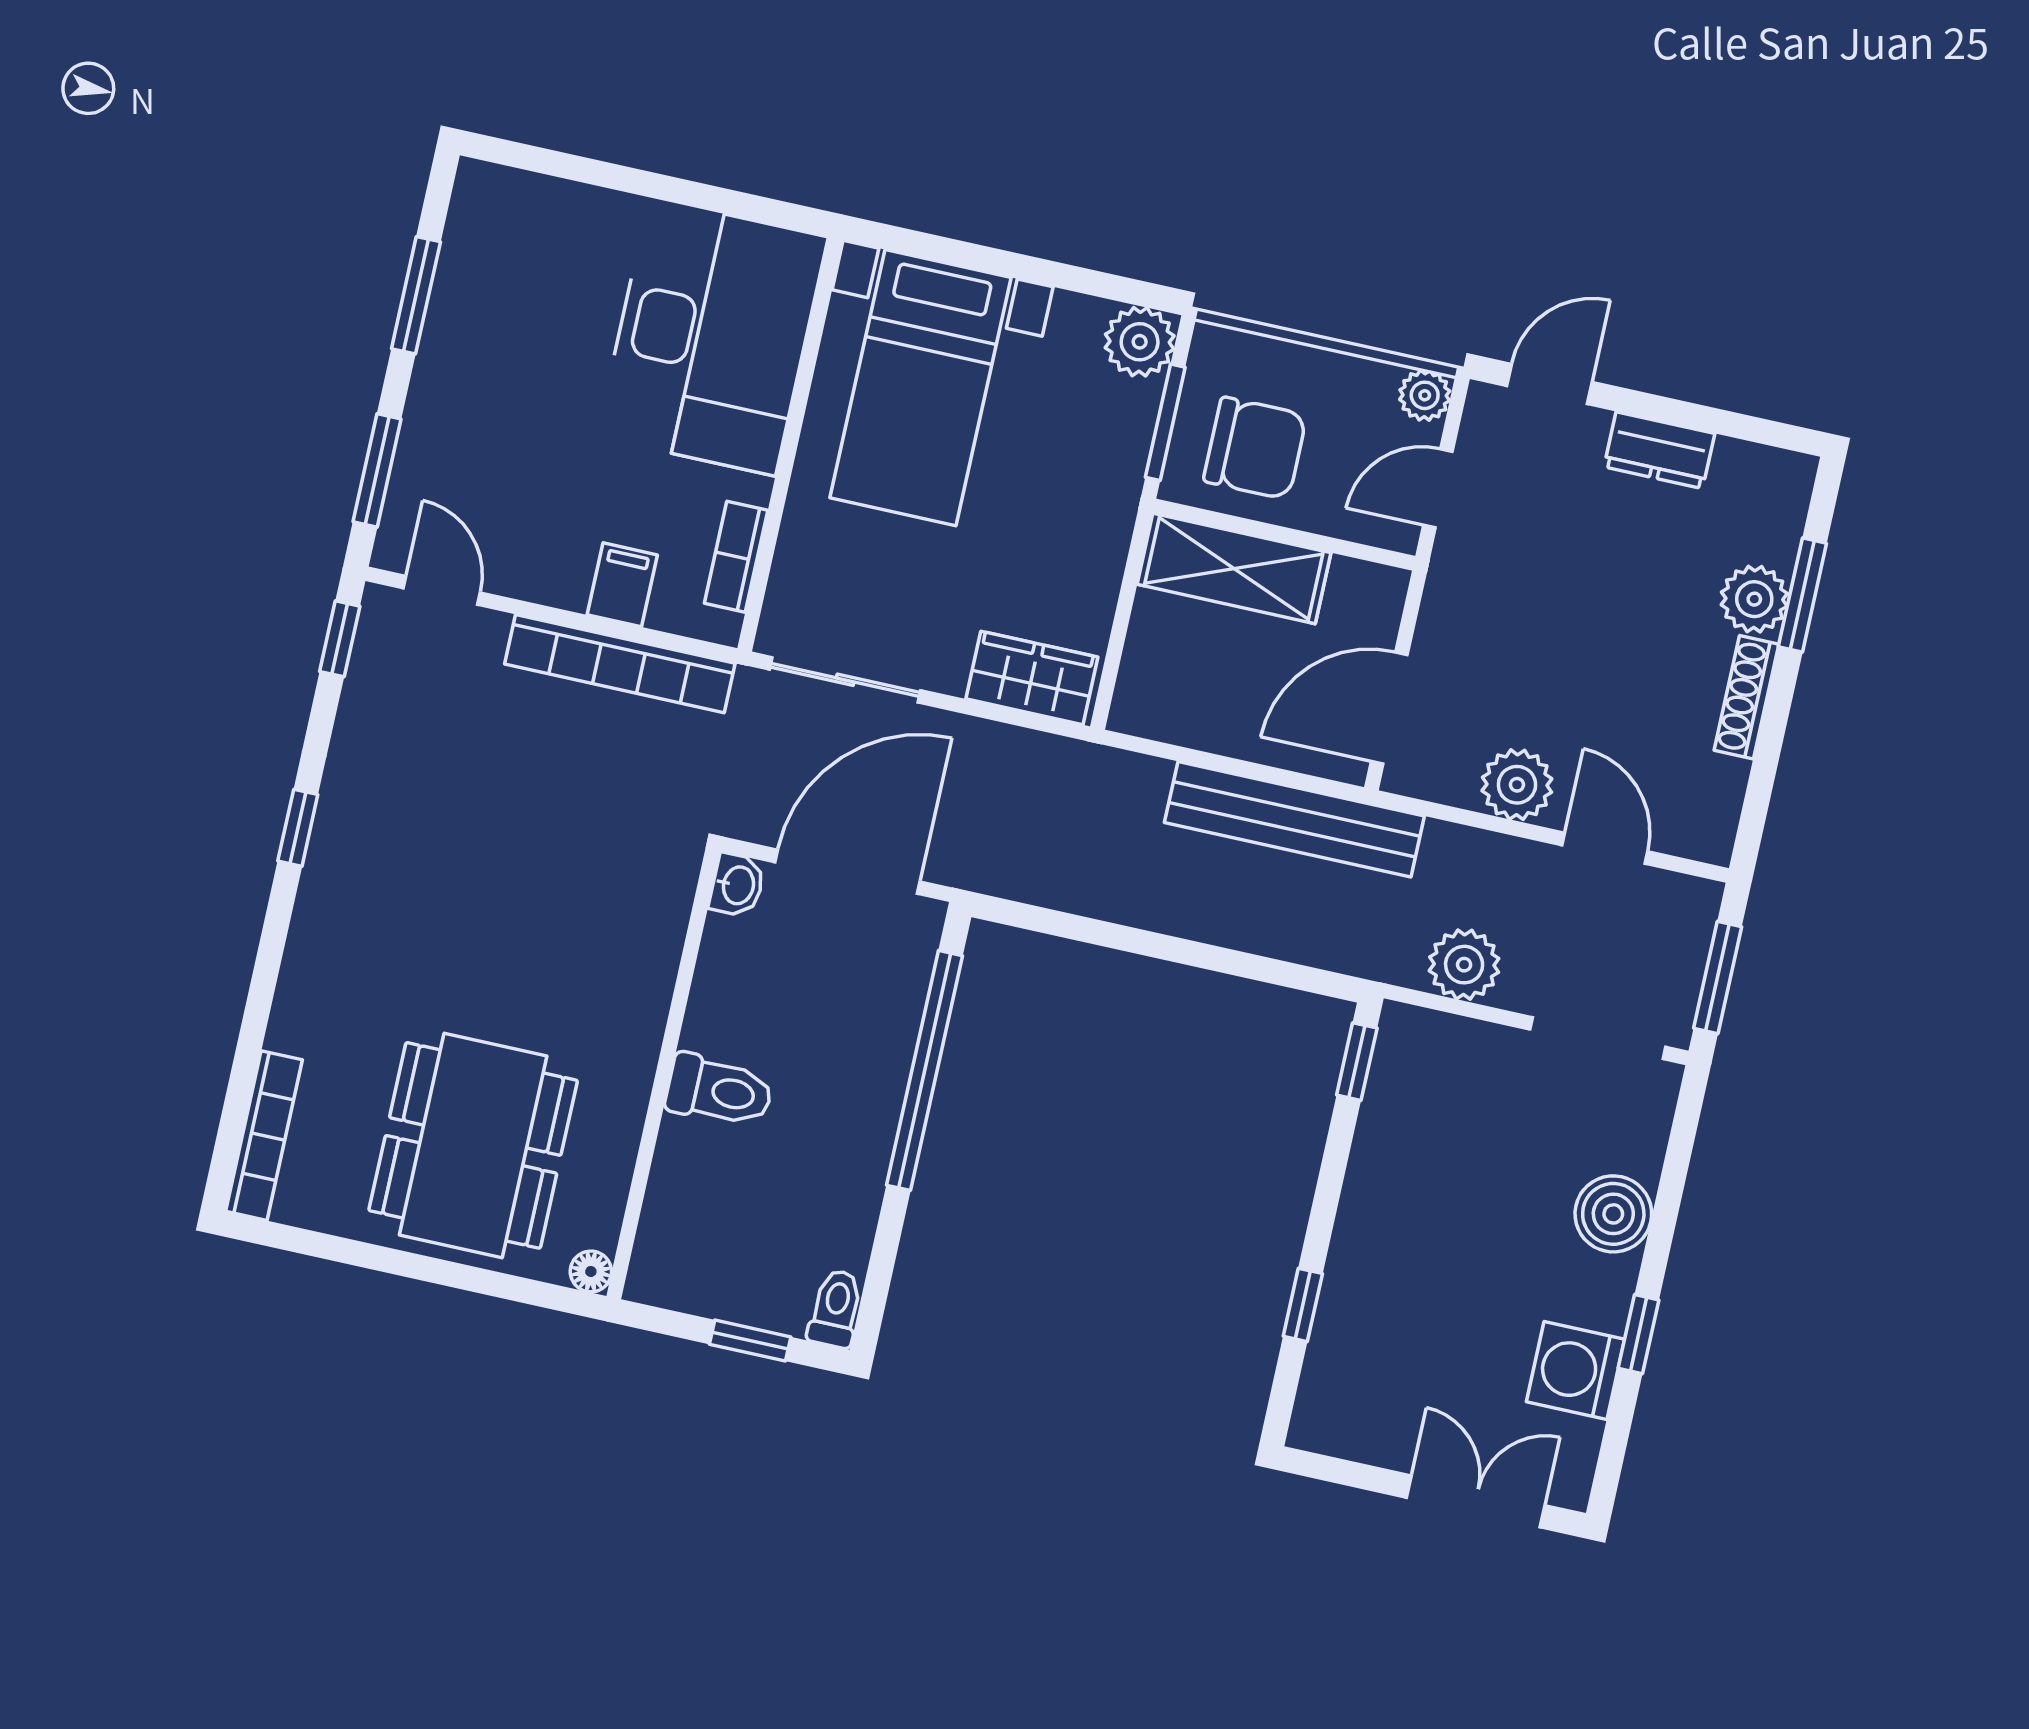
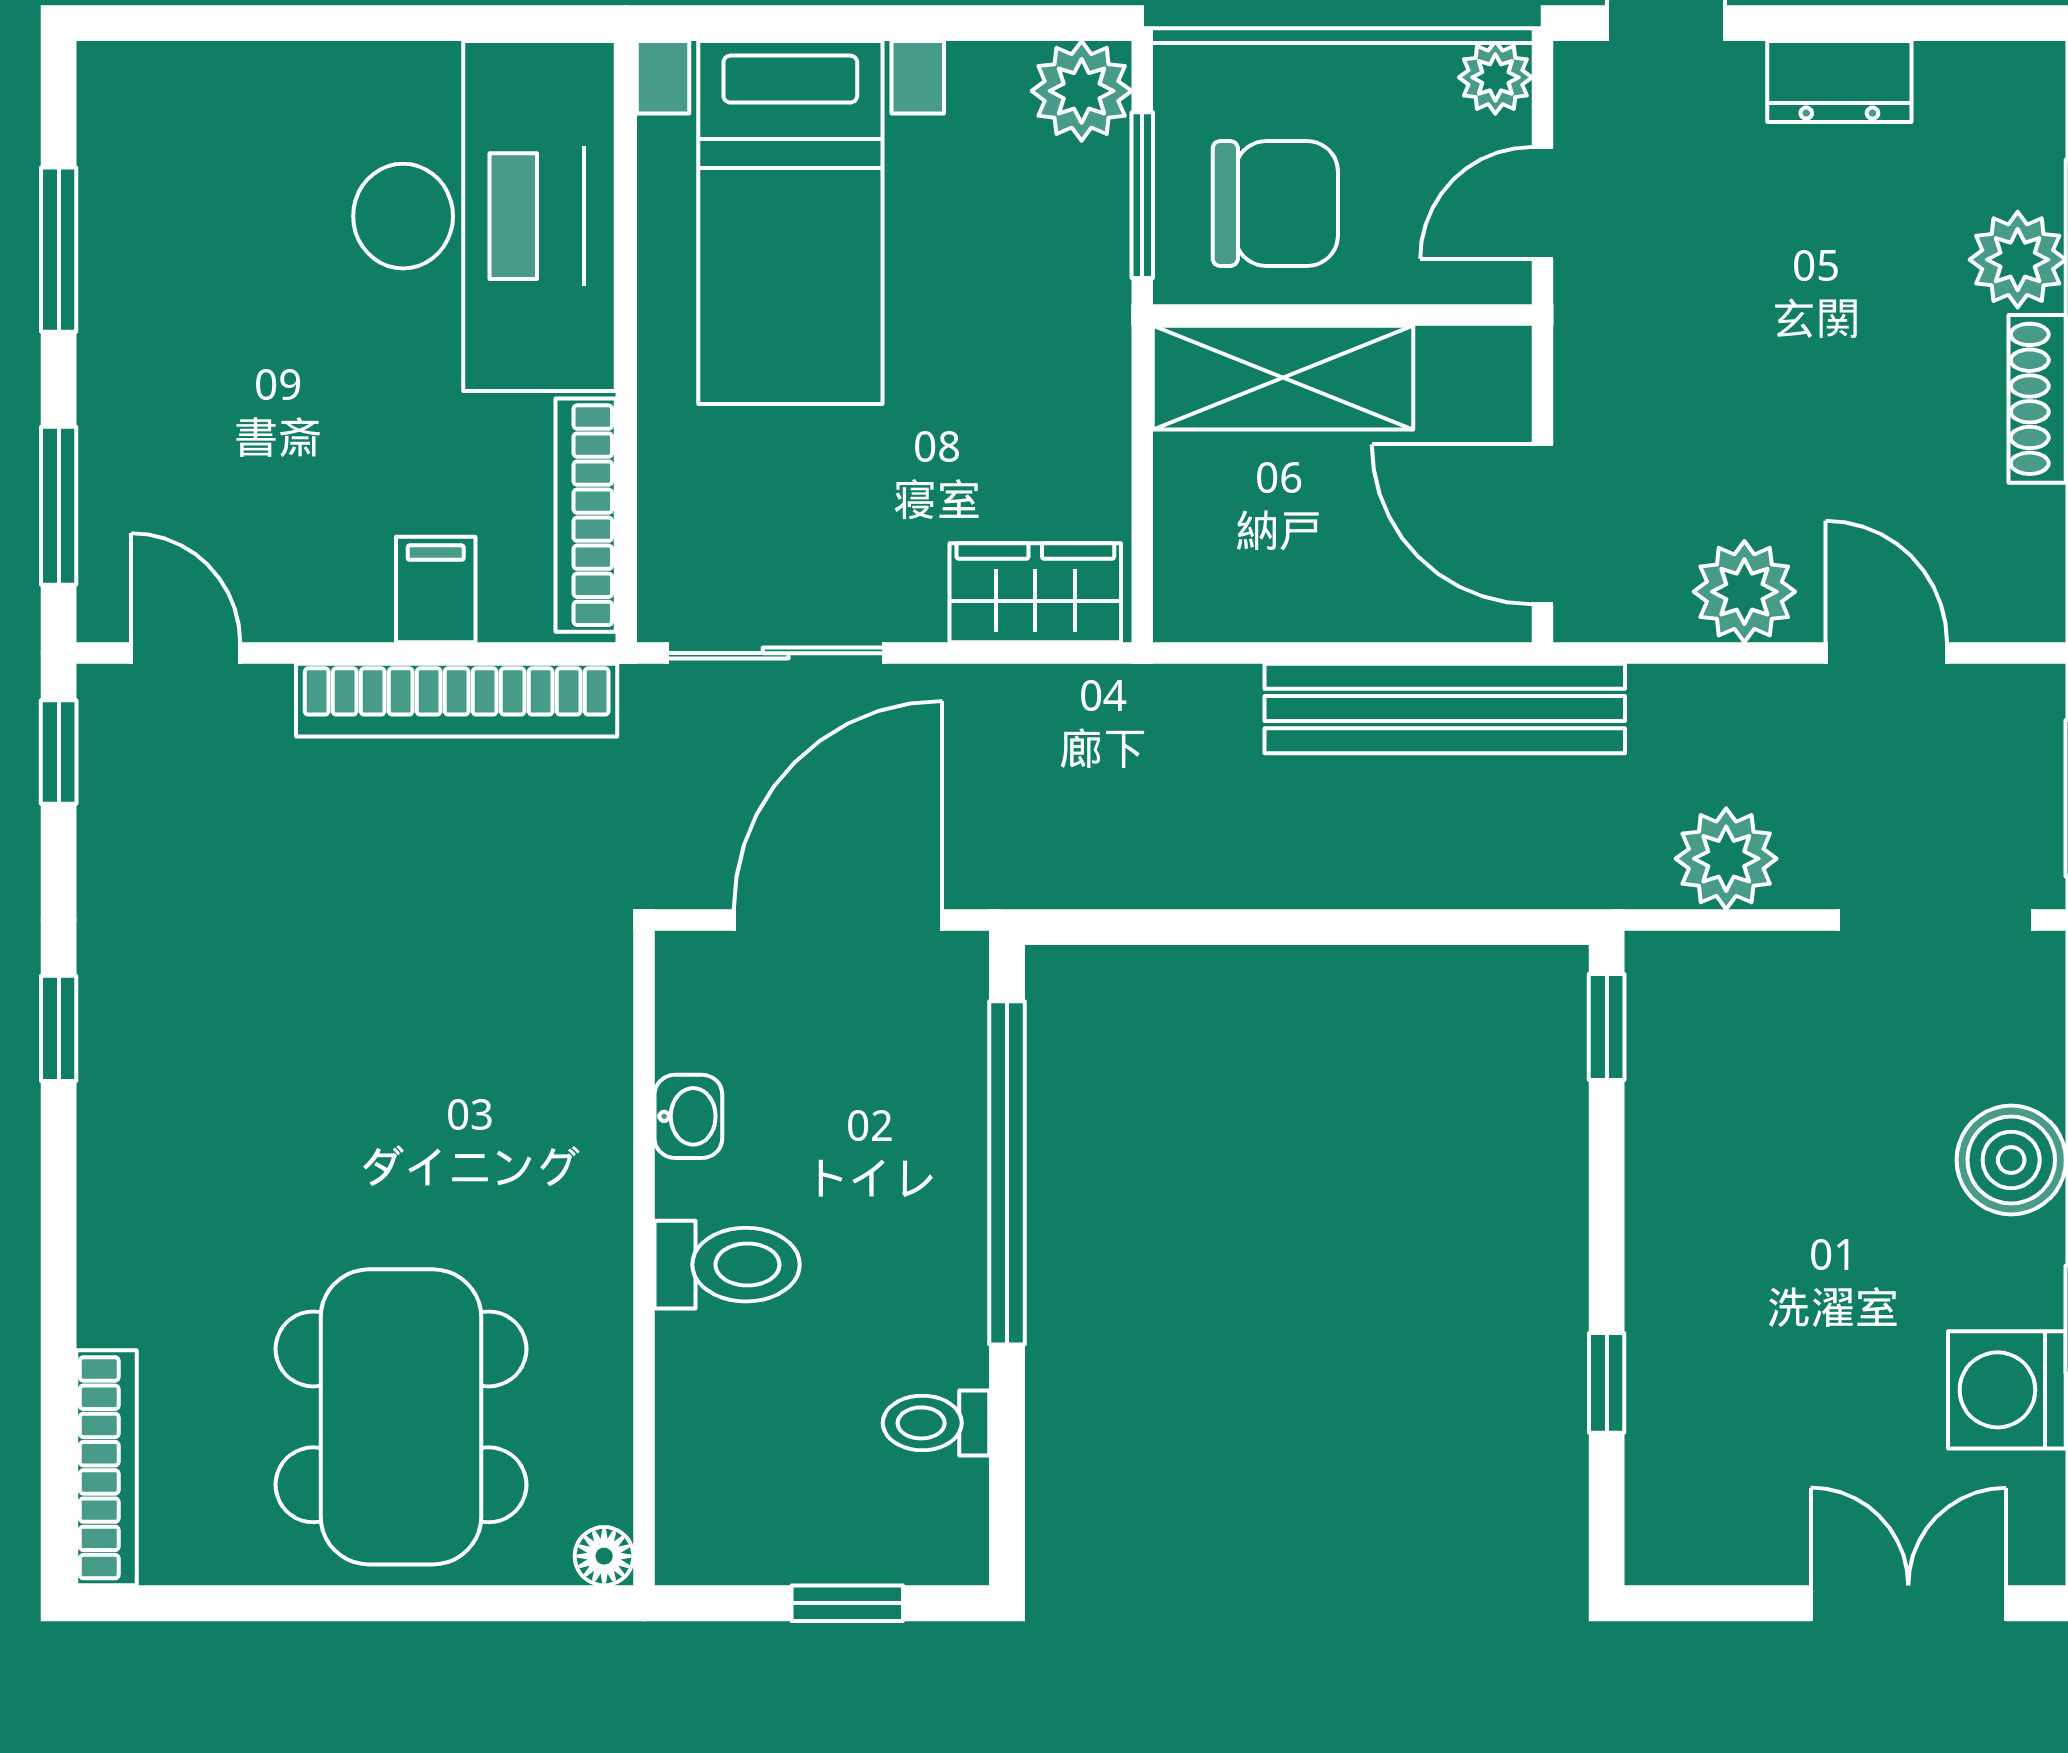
bookcase: (736, 557) -> (586, 515), width x1.56
door: (1389, 708) -> (1543, 524), hinge flipped
washbasin: (737, 885) -> (688, 1116), moved
toilet: (836, 1309) -> (936, 1423), moved, turned -90

